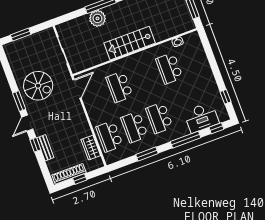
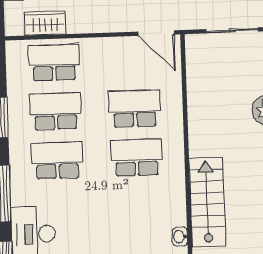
stairs: (130, 43) -> (207, 202), moved
school desk: (169, 68) -> (136, 158), moved

